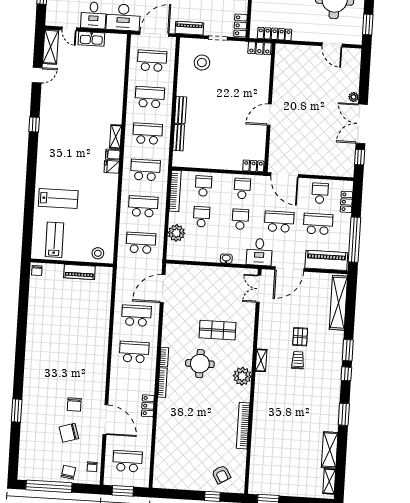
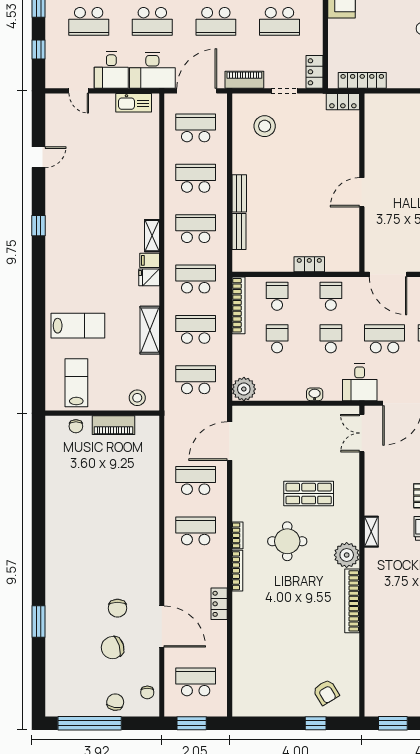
kitchen sink: (91, 39) -> (134, 103), moved
shelving: (51, 47) -> (150, 330), moved
locker: (253, 166) -> (309, 264), moved
plant: (176, 233) -> (244, 389), moved
chair: (37, 270) -> (76, 426), moved
bookcase: (243, 426) -> (352, 601), moved

